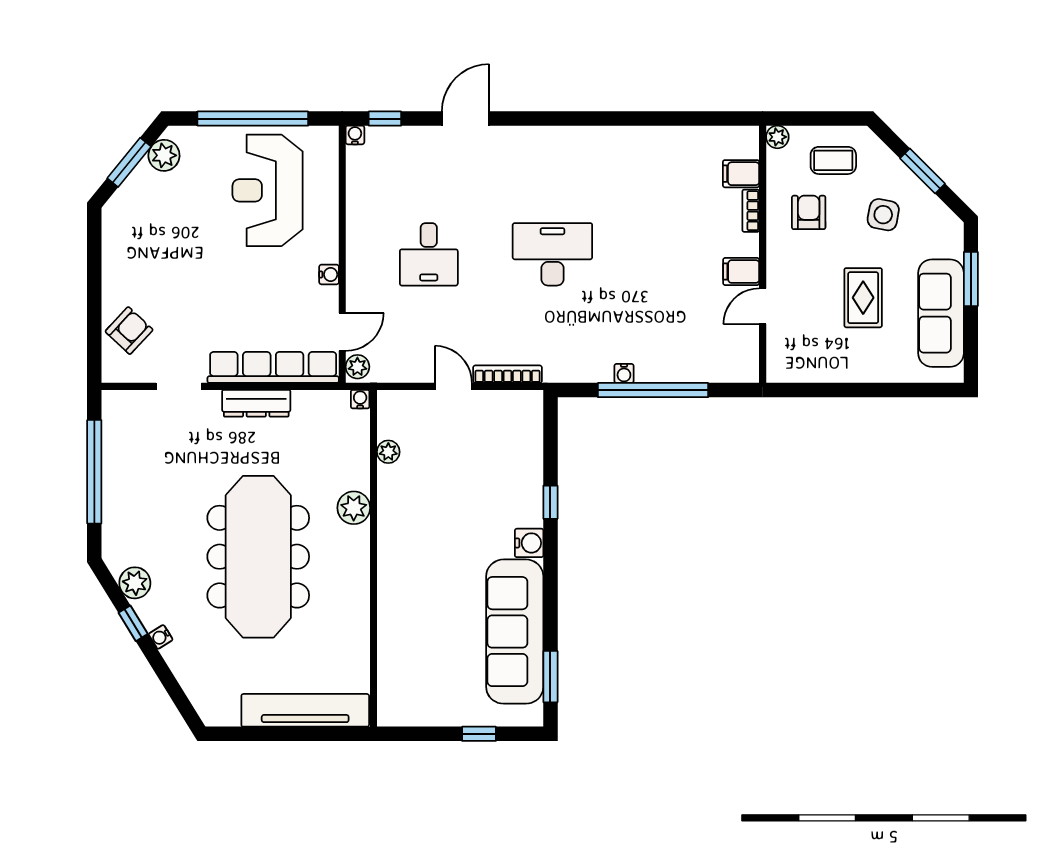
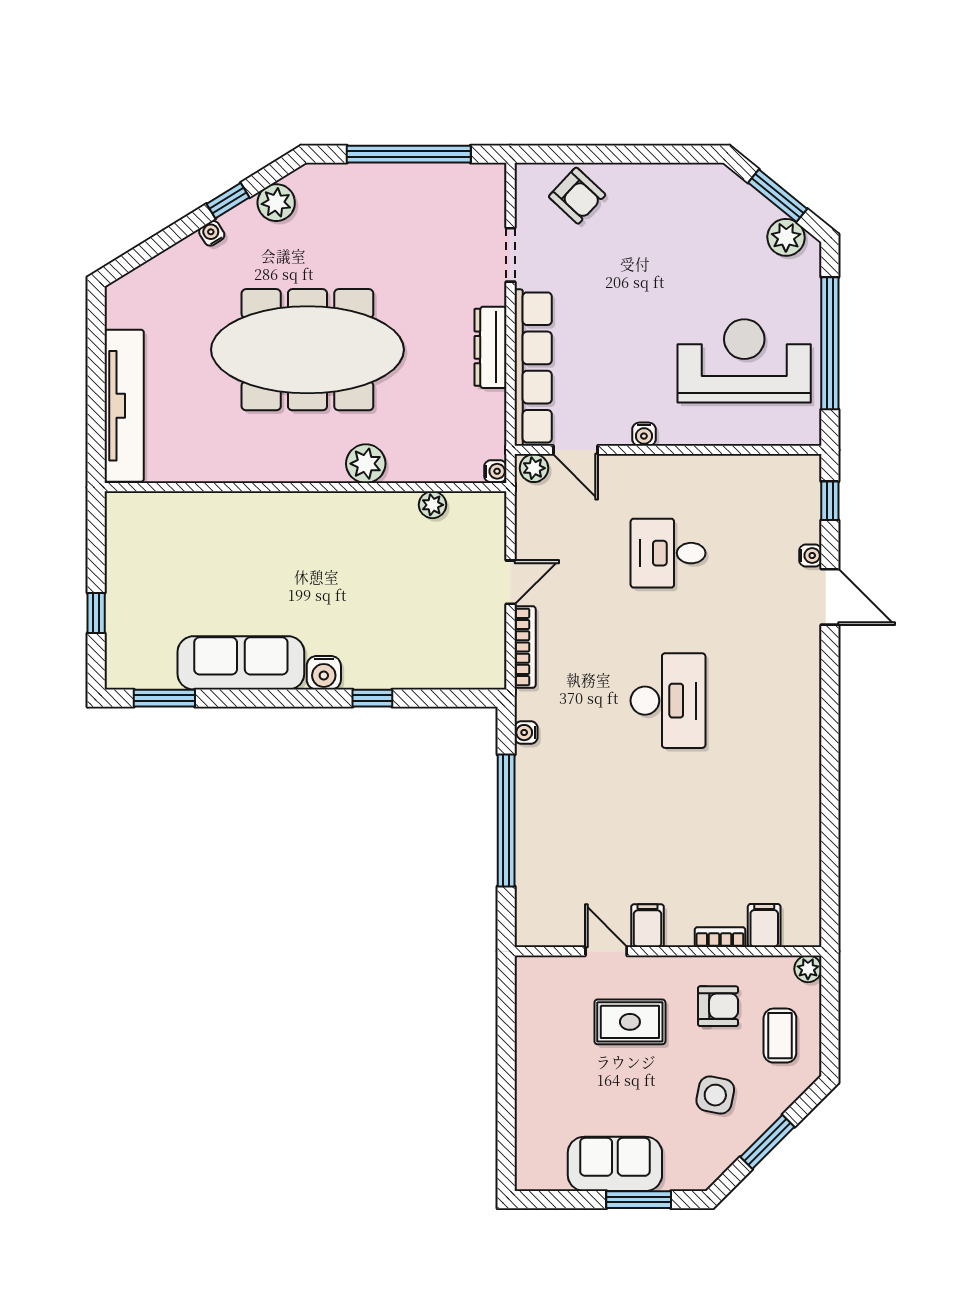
water cooler: (355, 135) -> (810, 556), moved
rug: (863, 298) -> (630, 1022), moved
sofa: (941, 313) -> (615, 1164), width x0.73
water cooler: (624, 373) -> (526, 733), moved
sofa: (515, 632) -> (241, 663), width x0.74, depth x0.79

